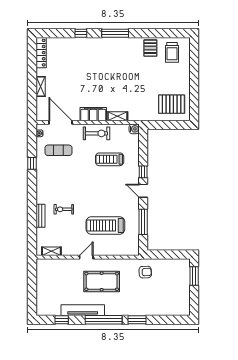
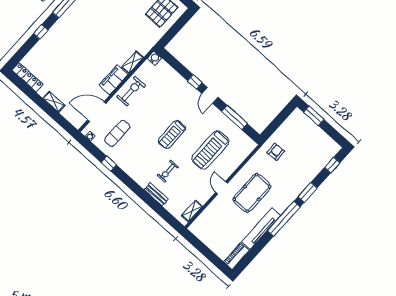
treadmill: (110, 159) -> (172, 134), moved
door: (143, 191) -> (210, 95), hinge flipped
piano: (48, 310) -> (237, 256), added
window: (62, 320) -> (332, 165), moved

